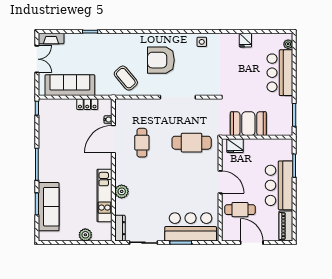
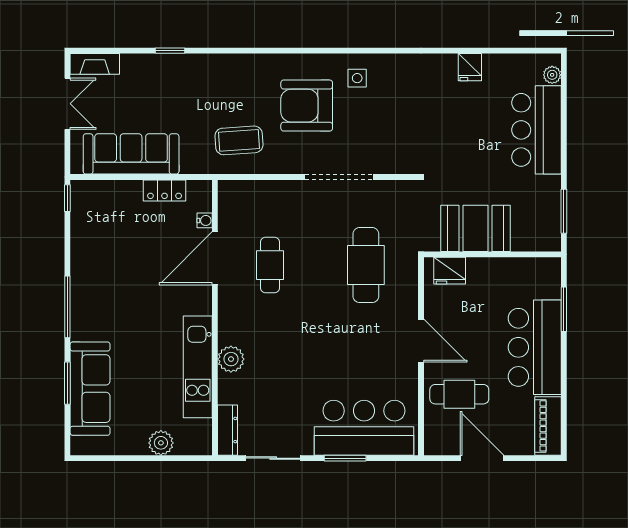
side table: (202, 42) -> (357, 78), moved
coffee table: (126, 78) -> (239, 140), turned -54
cafe table: (192, 143) -> (366, 265), turned 90

